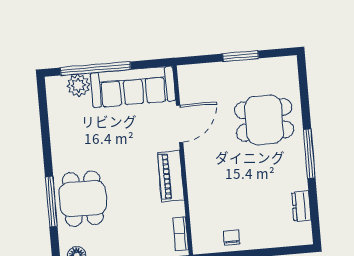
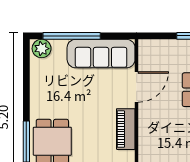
plant: (78, 85) -> (42, 49), moved

